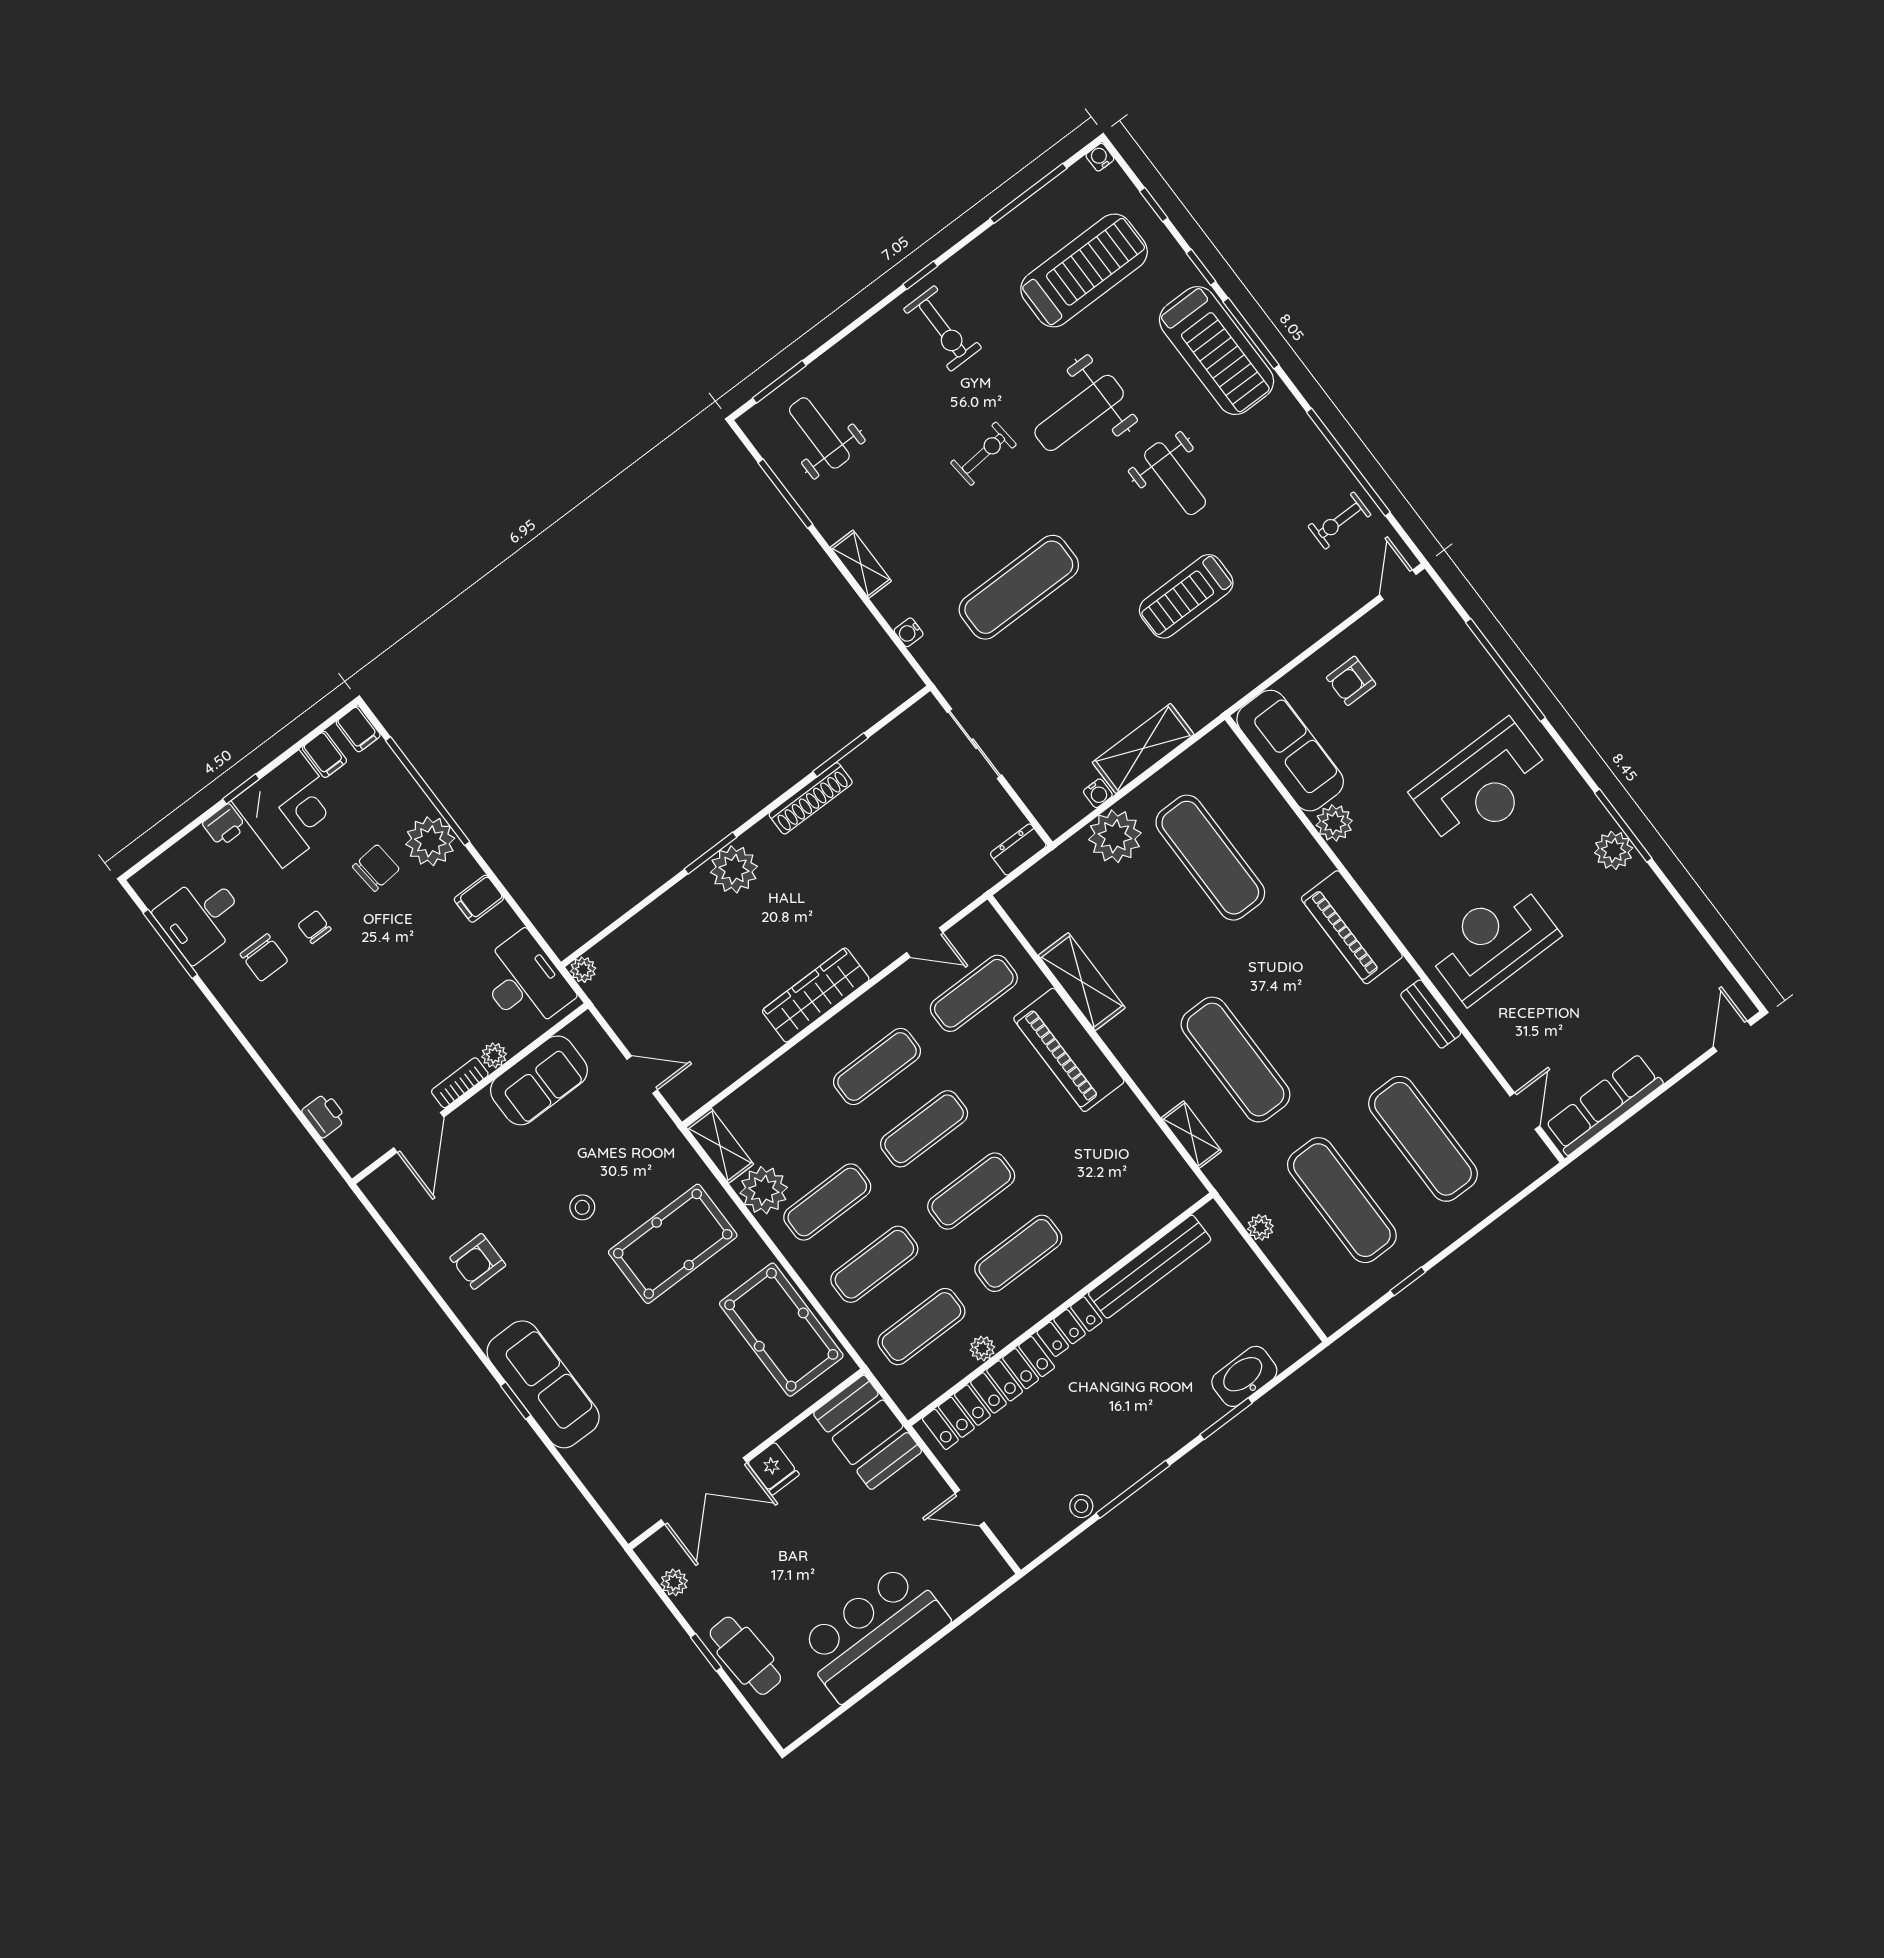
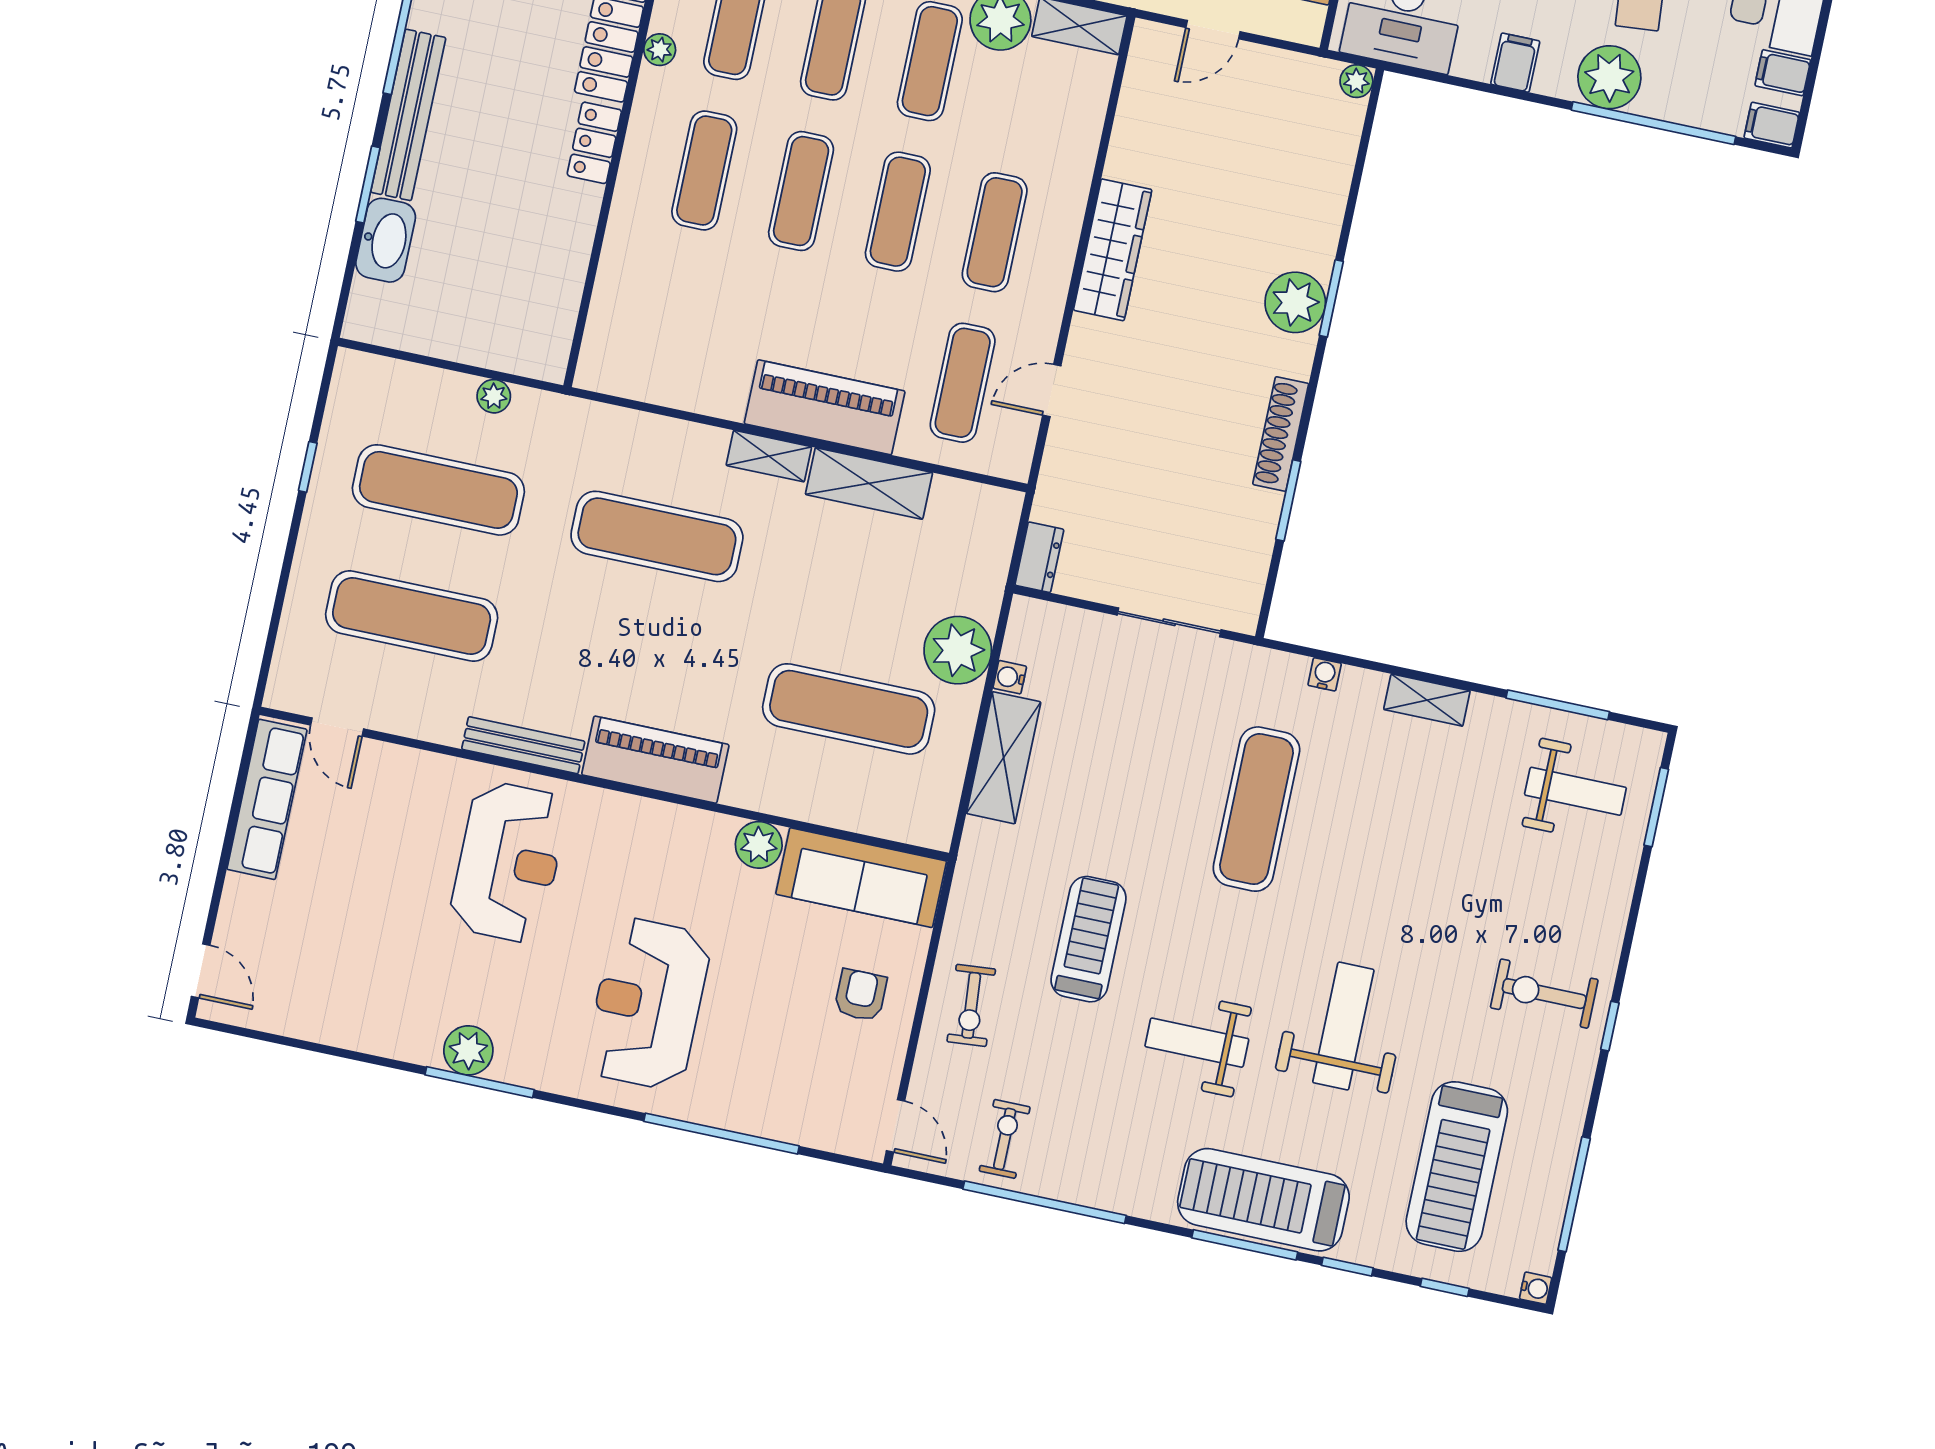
exercise bike: (983, 454) -> (971, 1005), moved
bench: (1431, 1014) -> (523, 745), width x1.36
shelving: (1192, 1135) -> (769, 456), moved
bench: (1150, 1267) -> (408, 115), moved

